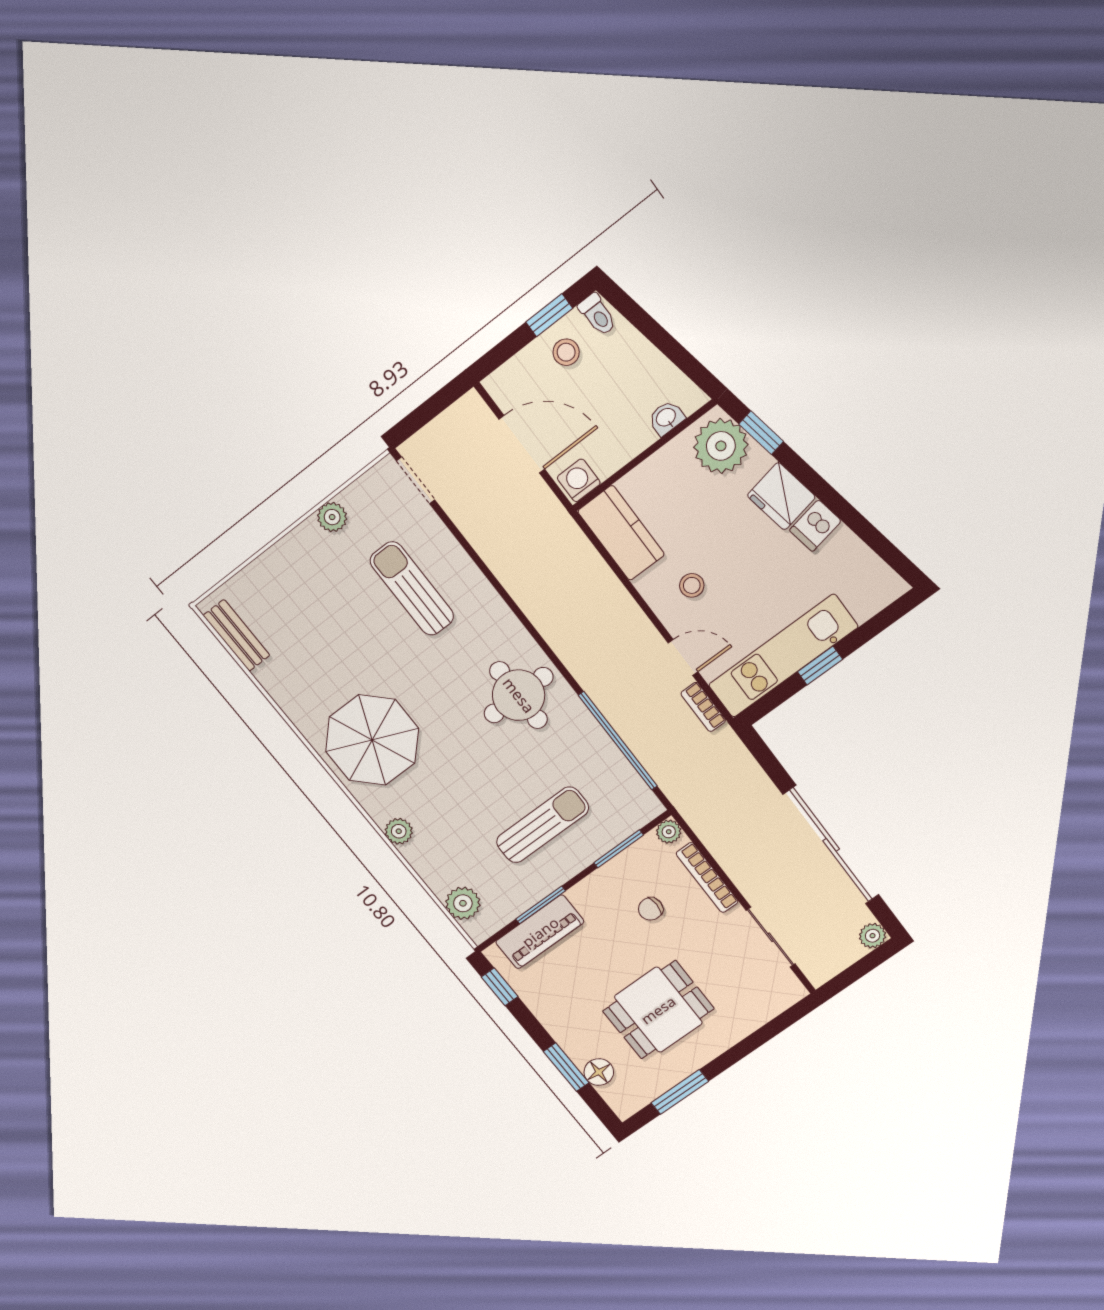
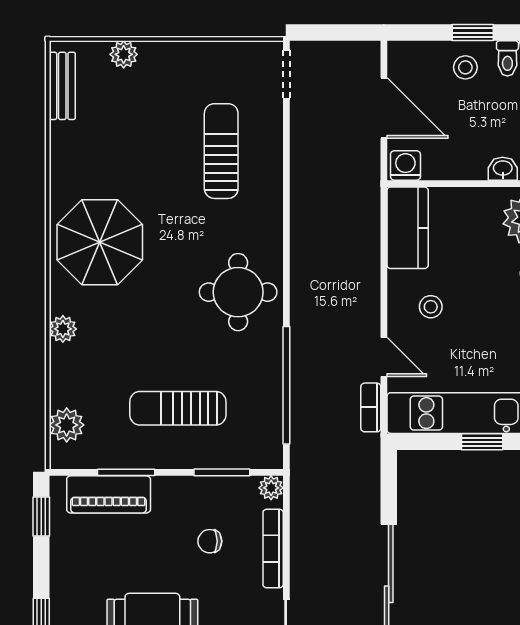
plant: (332, 517) -> (124, 54), moved
sun lounger: (543, 825) -> (178, 408), turned 180

